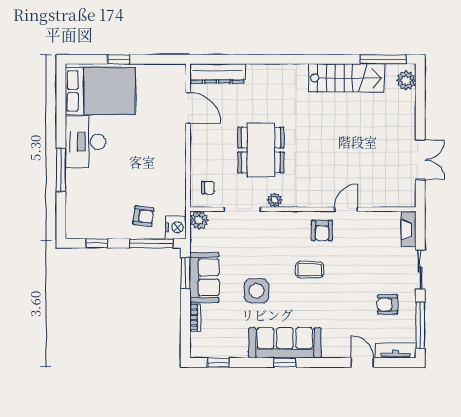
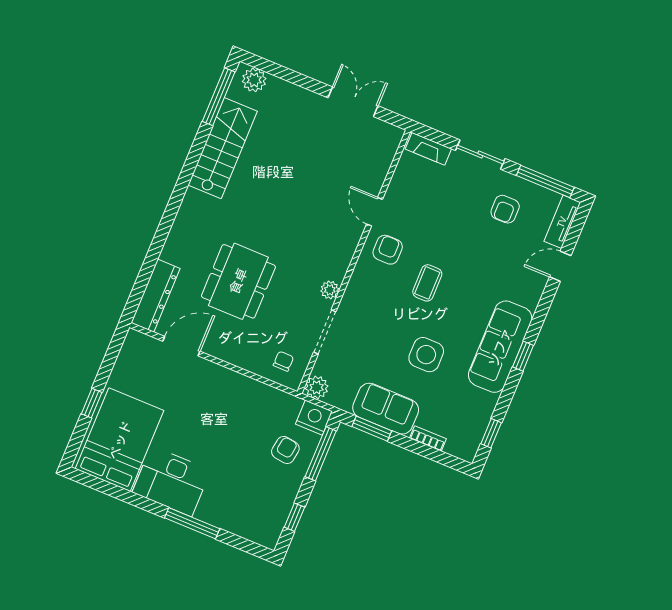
dining table: (261, 150) -> (238, 281), moved, turned 90
armchair: (322, 230) -> (388, 250), turned -90

